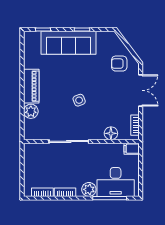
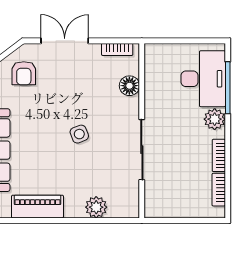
piano: (31, 86) -> (37, 207), moved
filing cabinet: (132, 149) -> (153, 55), removed

